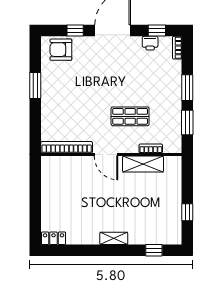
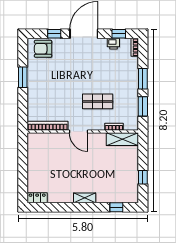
shelving: (143, 164) -> (122, 139), moved

